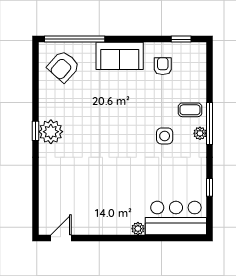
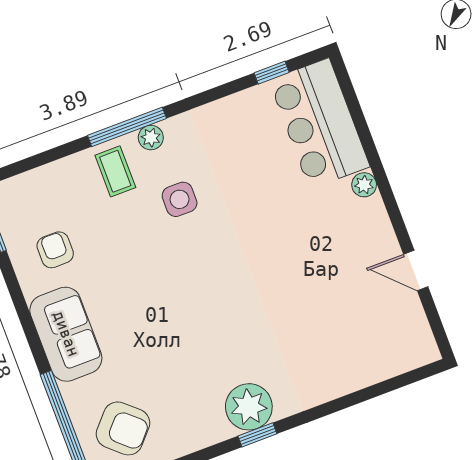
armchair: (163, 66) -> (55, 250), turned 90
window: (210, 187) -> (272, 73), moved
door: (61, 238) -> (416, 270), moved

